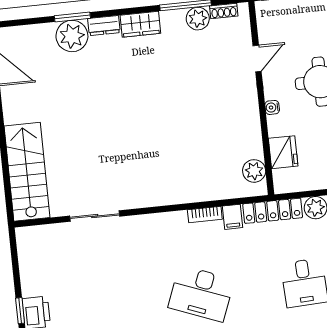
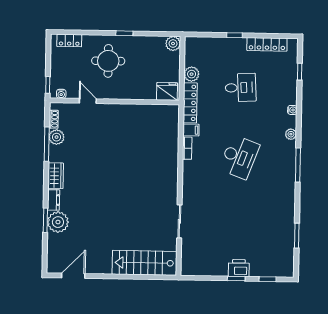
water cooler: (272, 107) -> (61, 94), moved
fridge: (283, 152) -> (167, 91), moved
plant: (254, 171) -> (162, 112), removed

